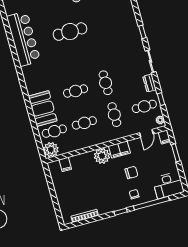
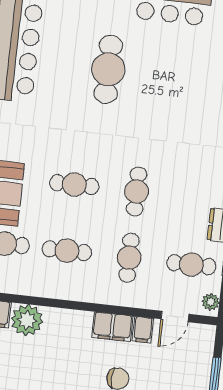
cafe table: (70, 32) -> (108, 69), turned 90
filing cabinet: (164, 137) -> (143, 330), moved
plant: (102, 156) -> (27, 320), moved

